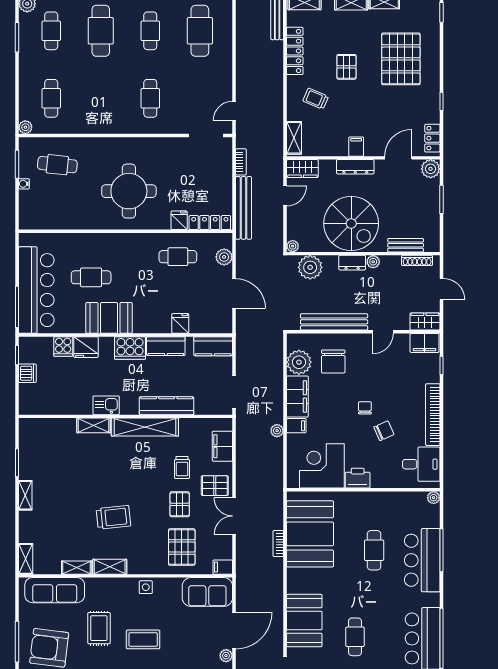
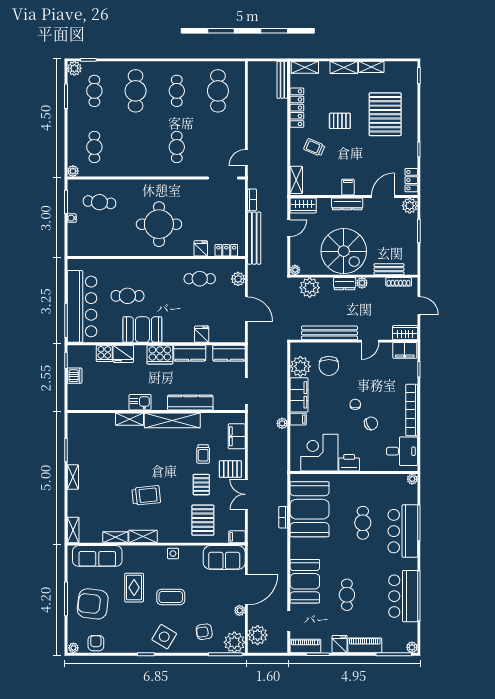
pallet: (346, 67) -> (340, 121), turned 90
locker: (210, 223) -> (226, 250), width x0.66

